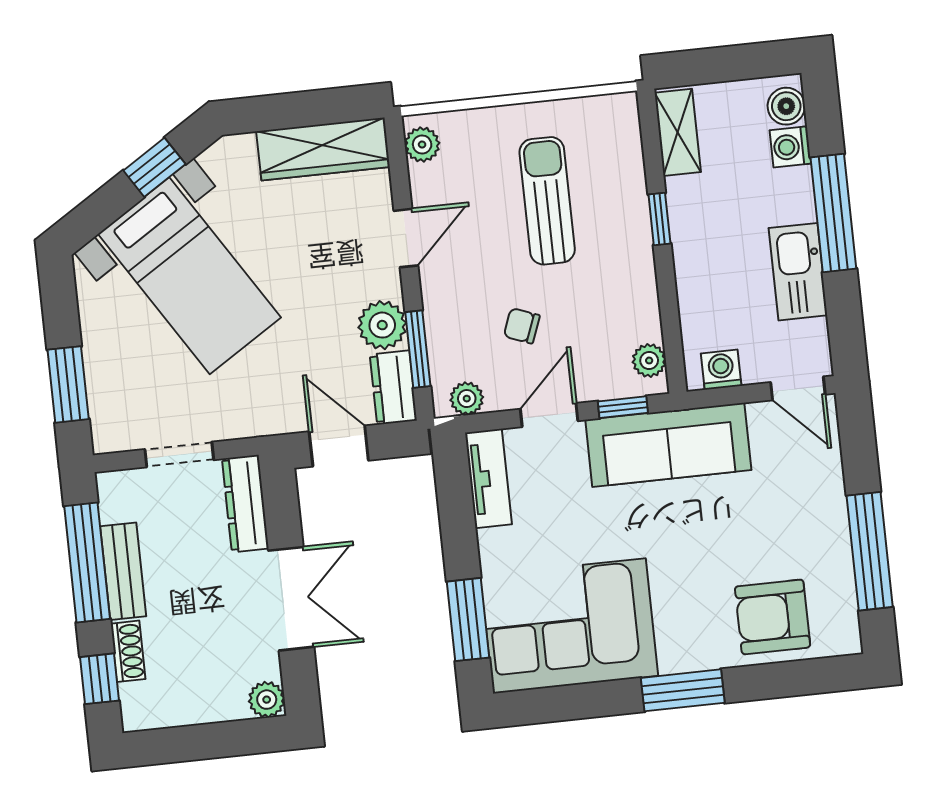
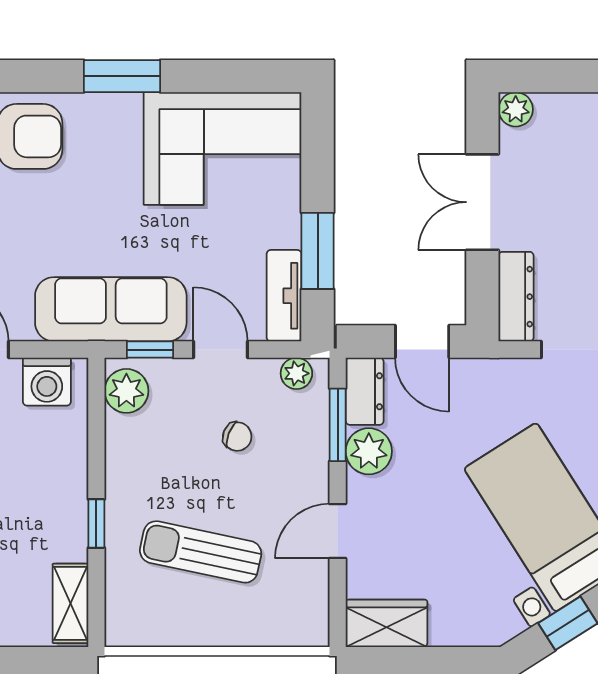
plant: (422, 144) -> (313, 618), removed
wardrobe: (323, 149) -> (387, 623), width x0.67
sun lounger: (547, 201) -> (201, 552), turned 102
plant: (649, 361) -> (126, 391), width x1.38, depth x1.38
washing machine: (721, 370) -> (47, 382), width x1.38, depth x1.38
door: (549, 415) -> (220, 350), swing flipped
window: (468, 620) -> (318, 251), moved

